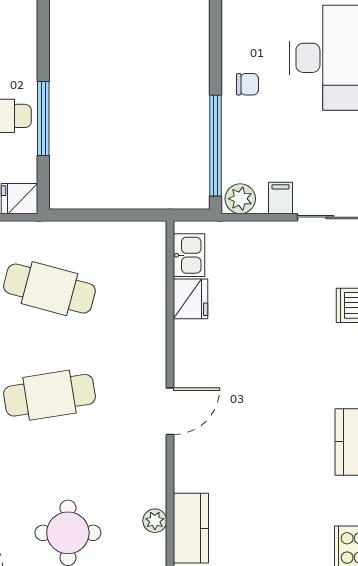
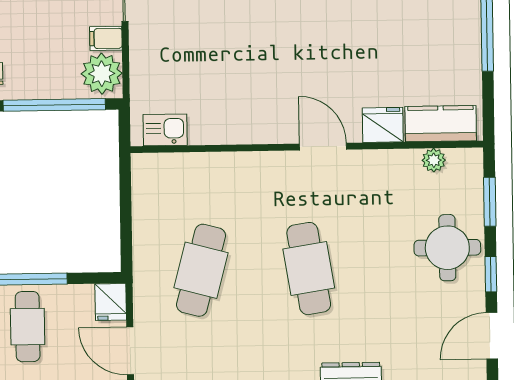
plant: (240, 199) -> (102, 74), width x1.36, depth x1.36
fridge: (191, 299) -> (383, 125), moved

